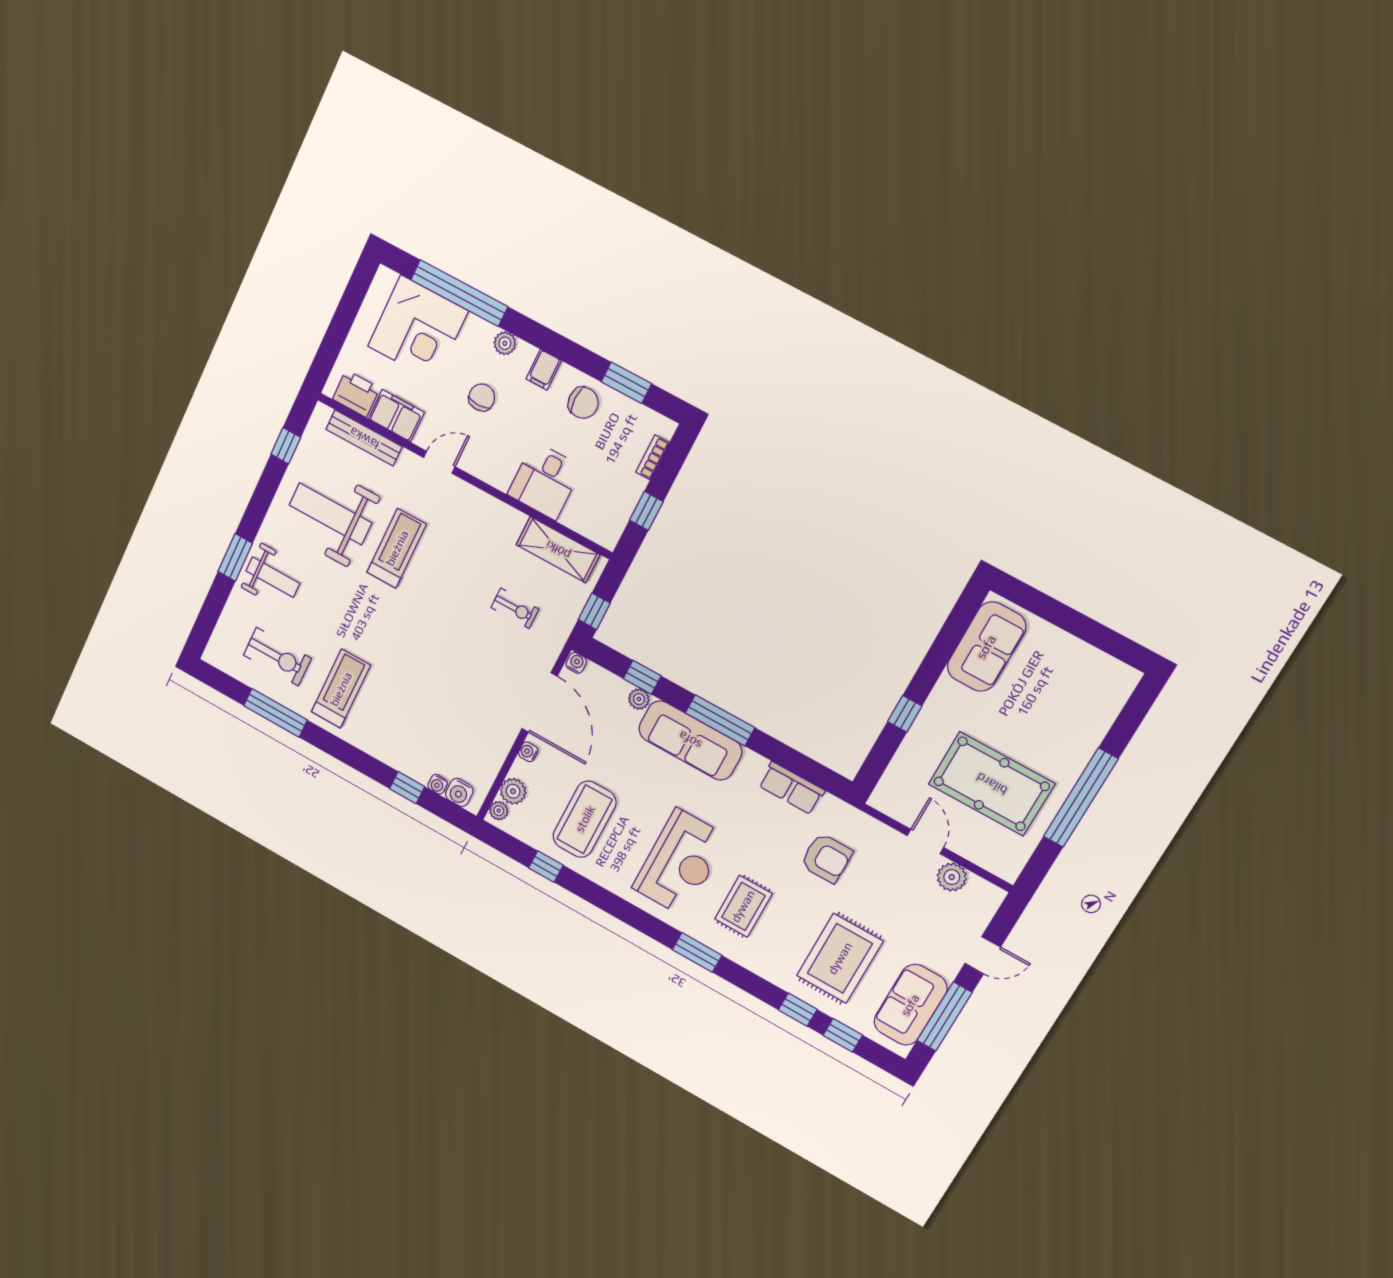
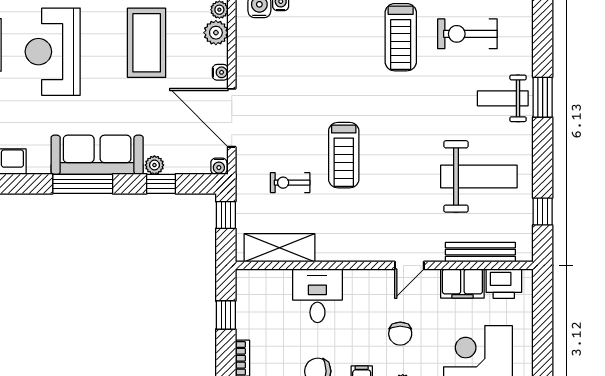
treadmill: (397, 548) -> (344, 155), moved

